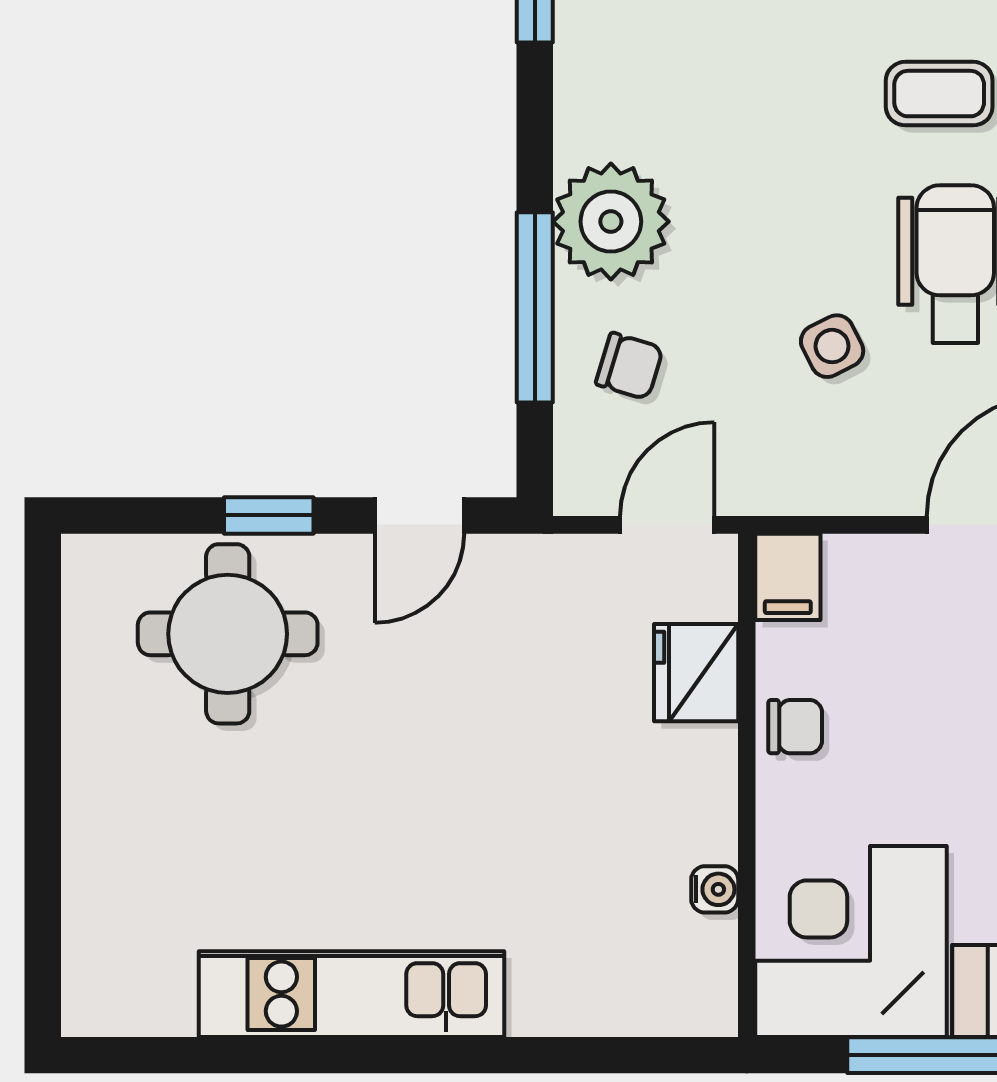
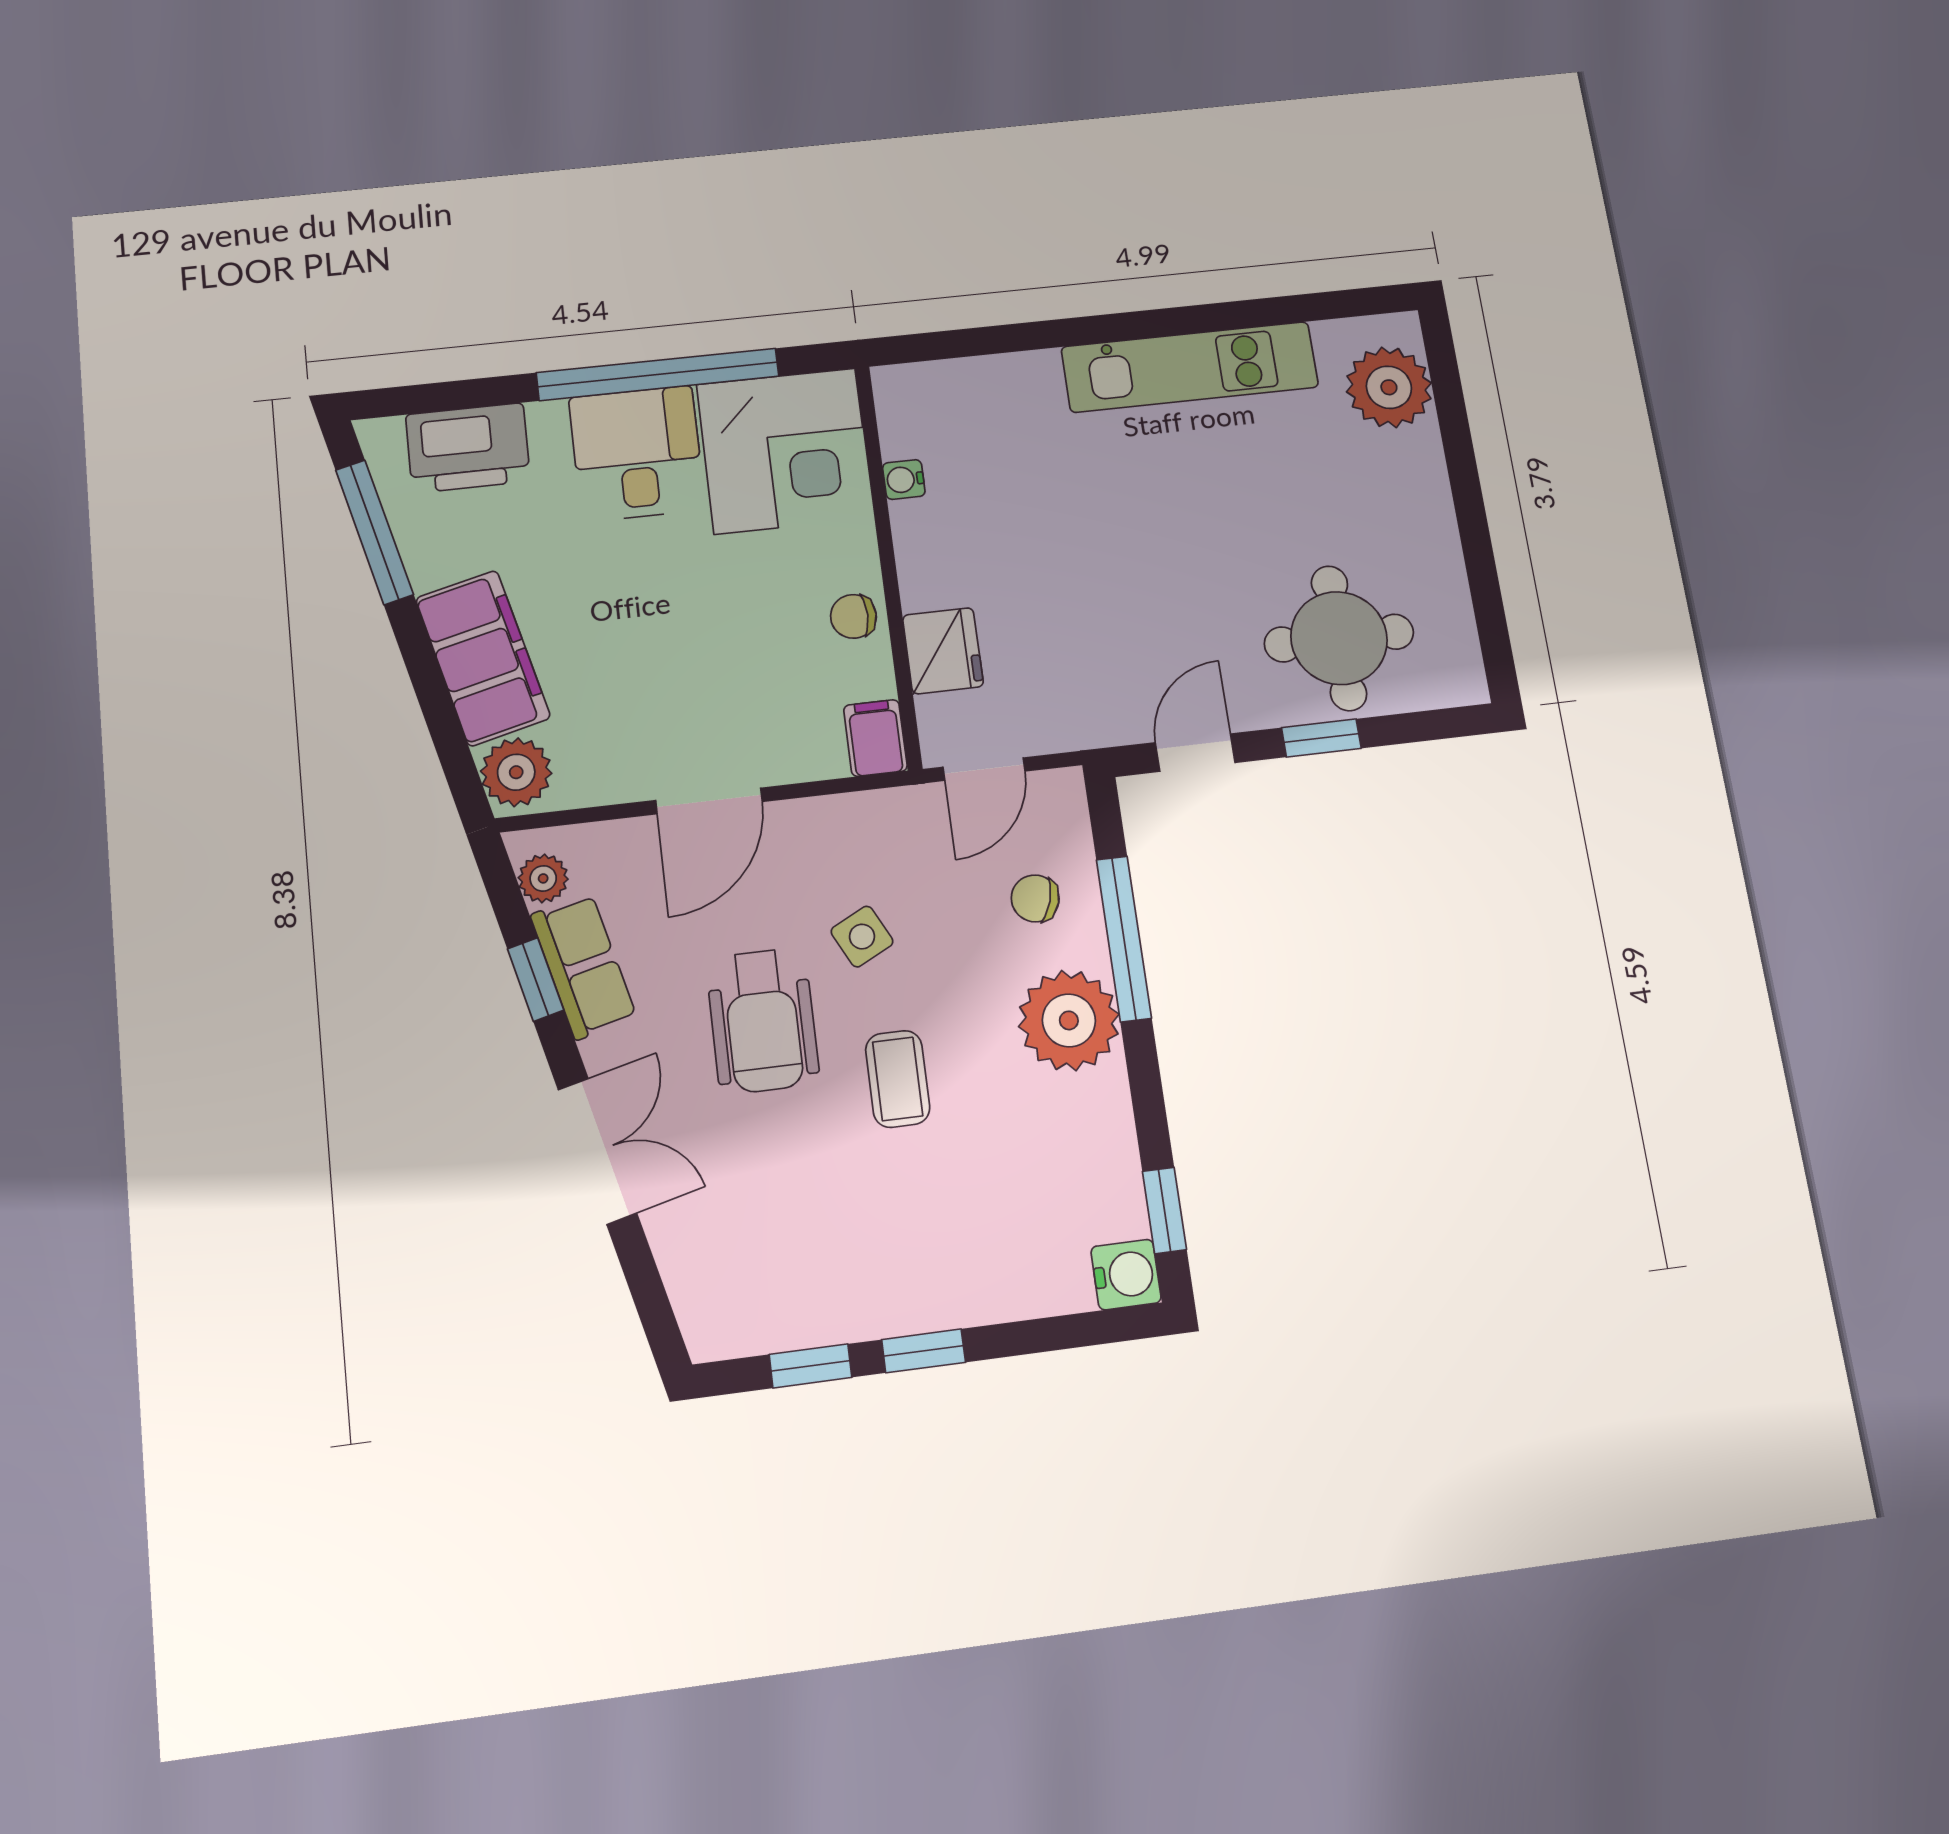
coffee table: (939, 94) -> (898, 1079), moved, turned 90
plant: (114, 941) -> (1389, 387), added

